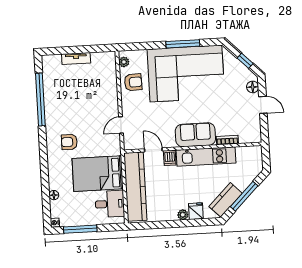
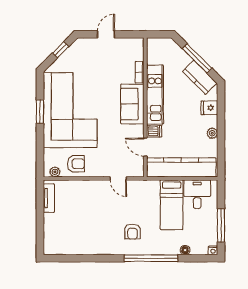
window: (183, 44) -> (40, 112), width x0.69
tv unit: (76, 59) -> (49, 198), moved
armchair: (133, 82) -> (76, 164), turned 92
floor lamp: (253, 87) -> (87, 44), removed
window: (40, 99) -> (151, 258), moved
door: (153, 150) -> (145, 147), hinge flipped
bed: (98, 174) -> (172, 205), width x0.67
plant: (183, 215) -> (212, 133), moved

